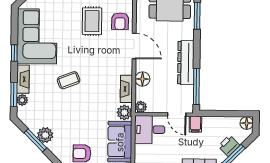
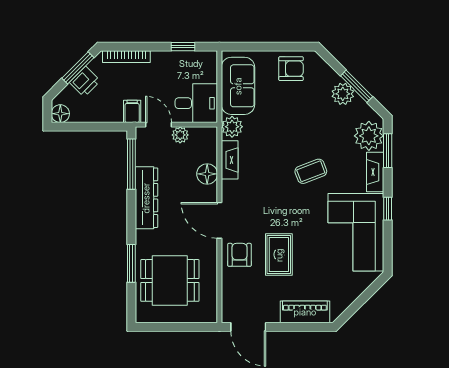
plant: (22, 100) -> (369, 136), width x1.88, depth x1.88
plant: (141, 107) -> (180, 135), moved

